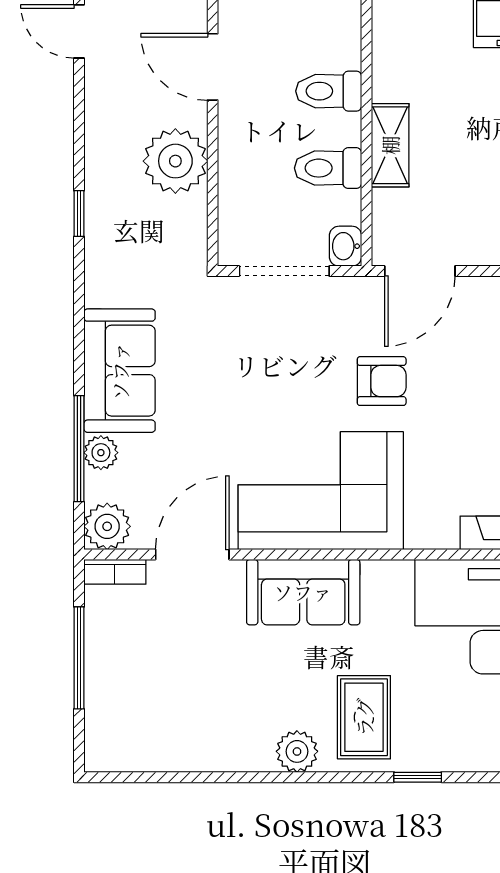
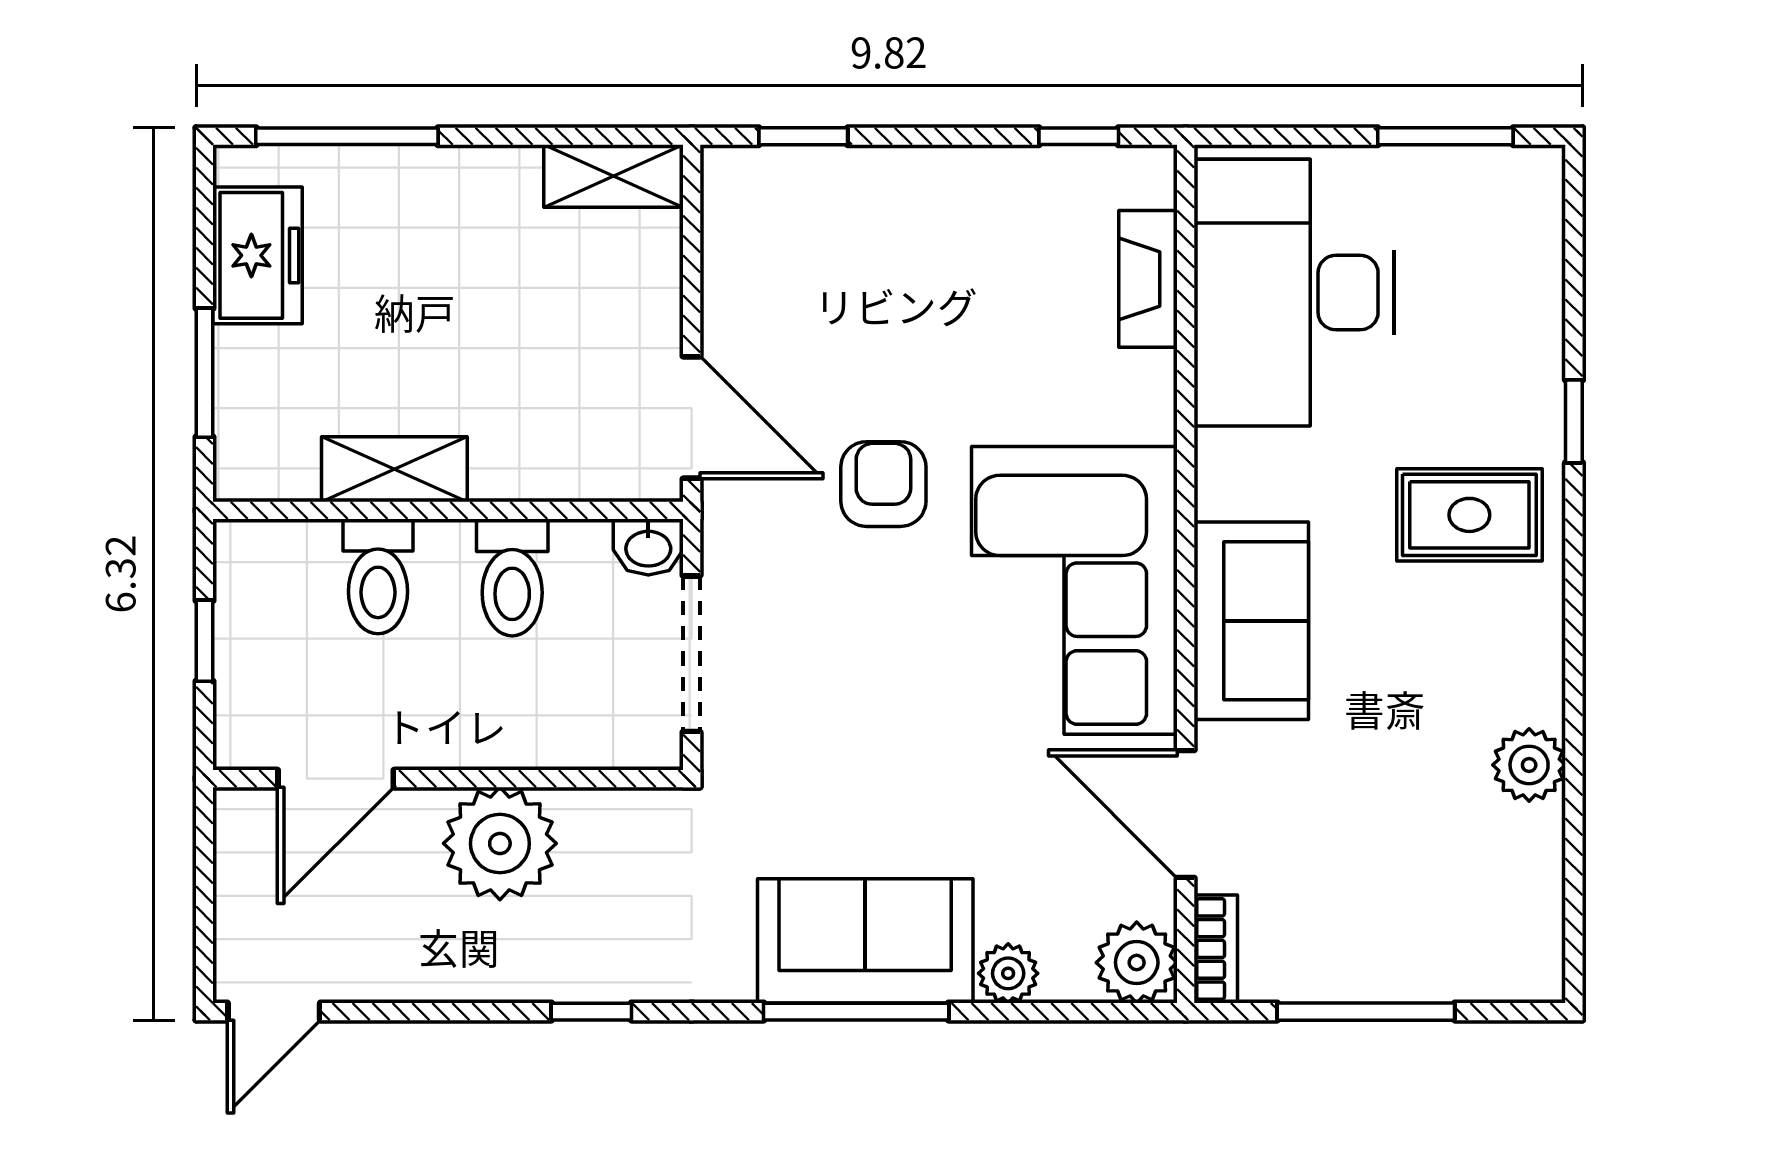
shelving: (390, 145) -> (394, 469), moved
window: (79, 449) -> (856, 1012), moved
plant: (297, 751) -> (1529, 765), moved

